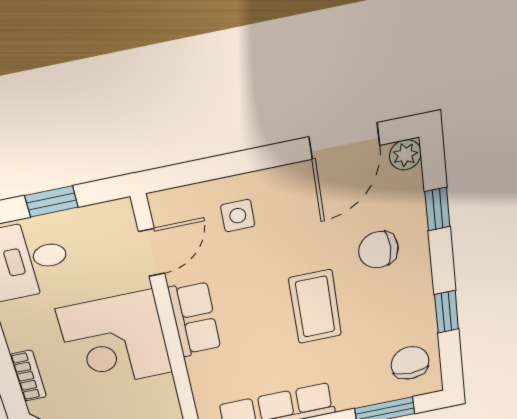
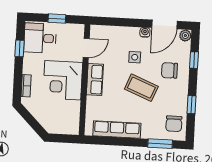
water cooler: (296, 175) -> (145, 32), added
side table: (238, 216) -> (135, 57), moved
coffee table: (315, 307) -> (141, 88), turned -68
chair: (410, 363) -> (174, 124), turned 180

